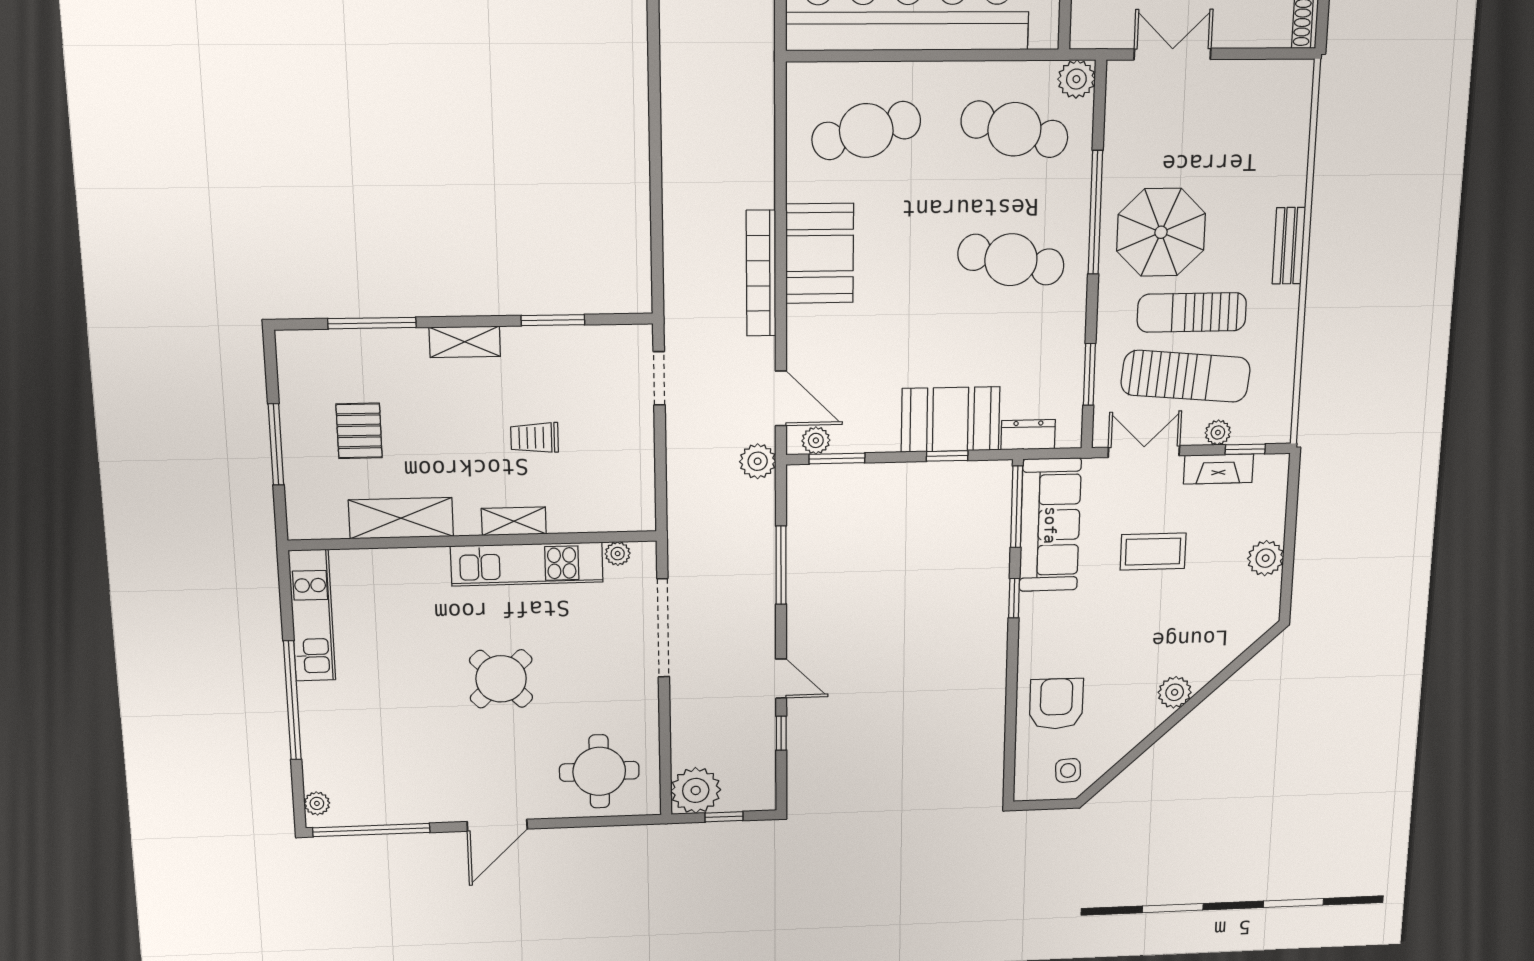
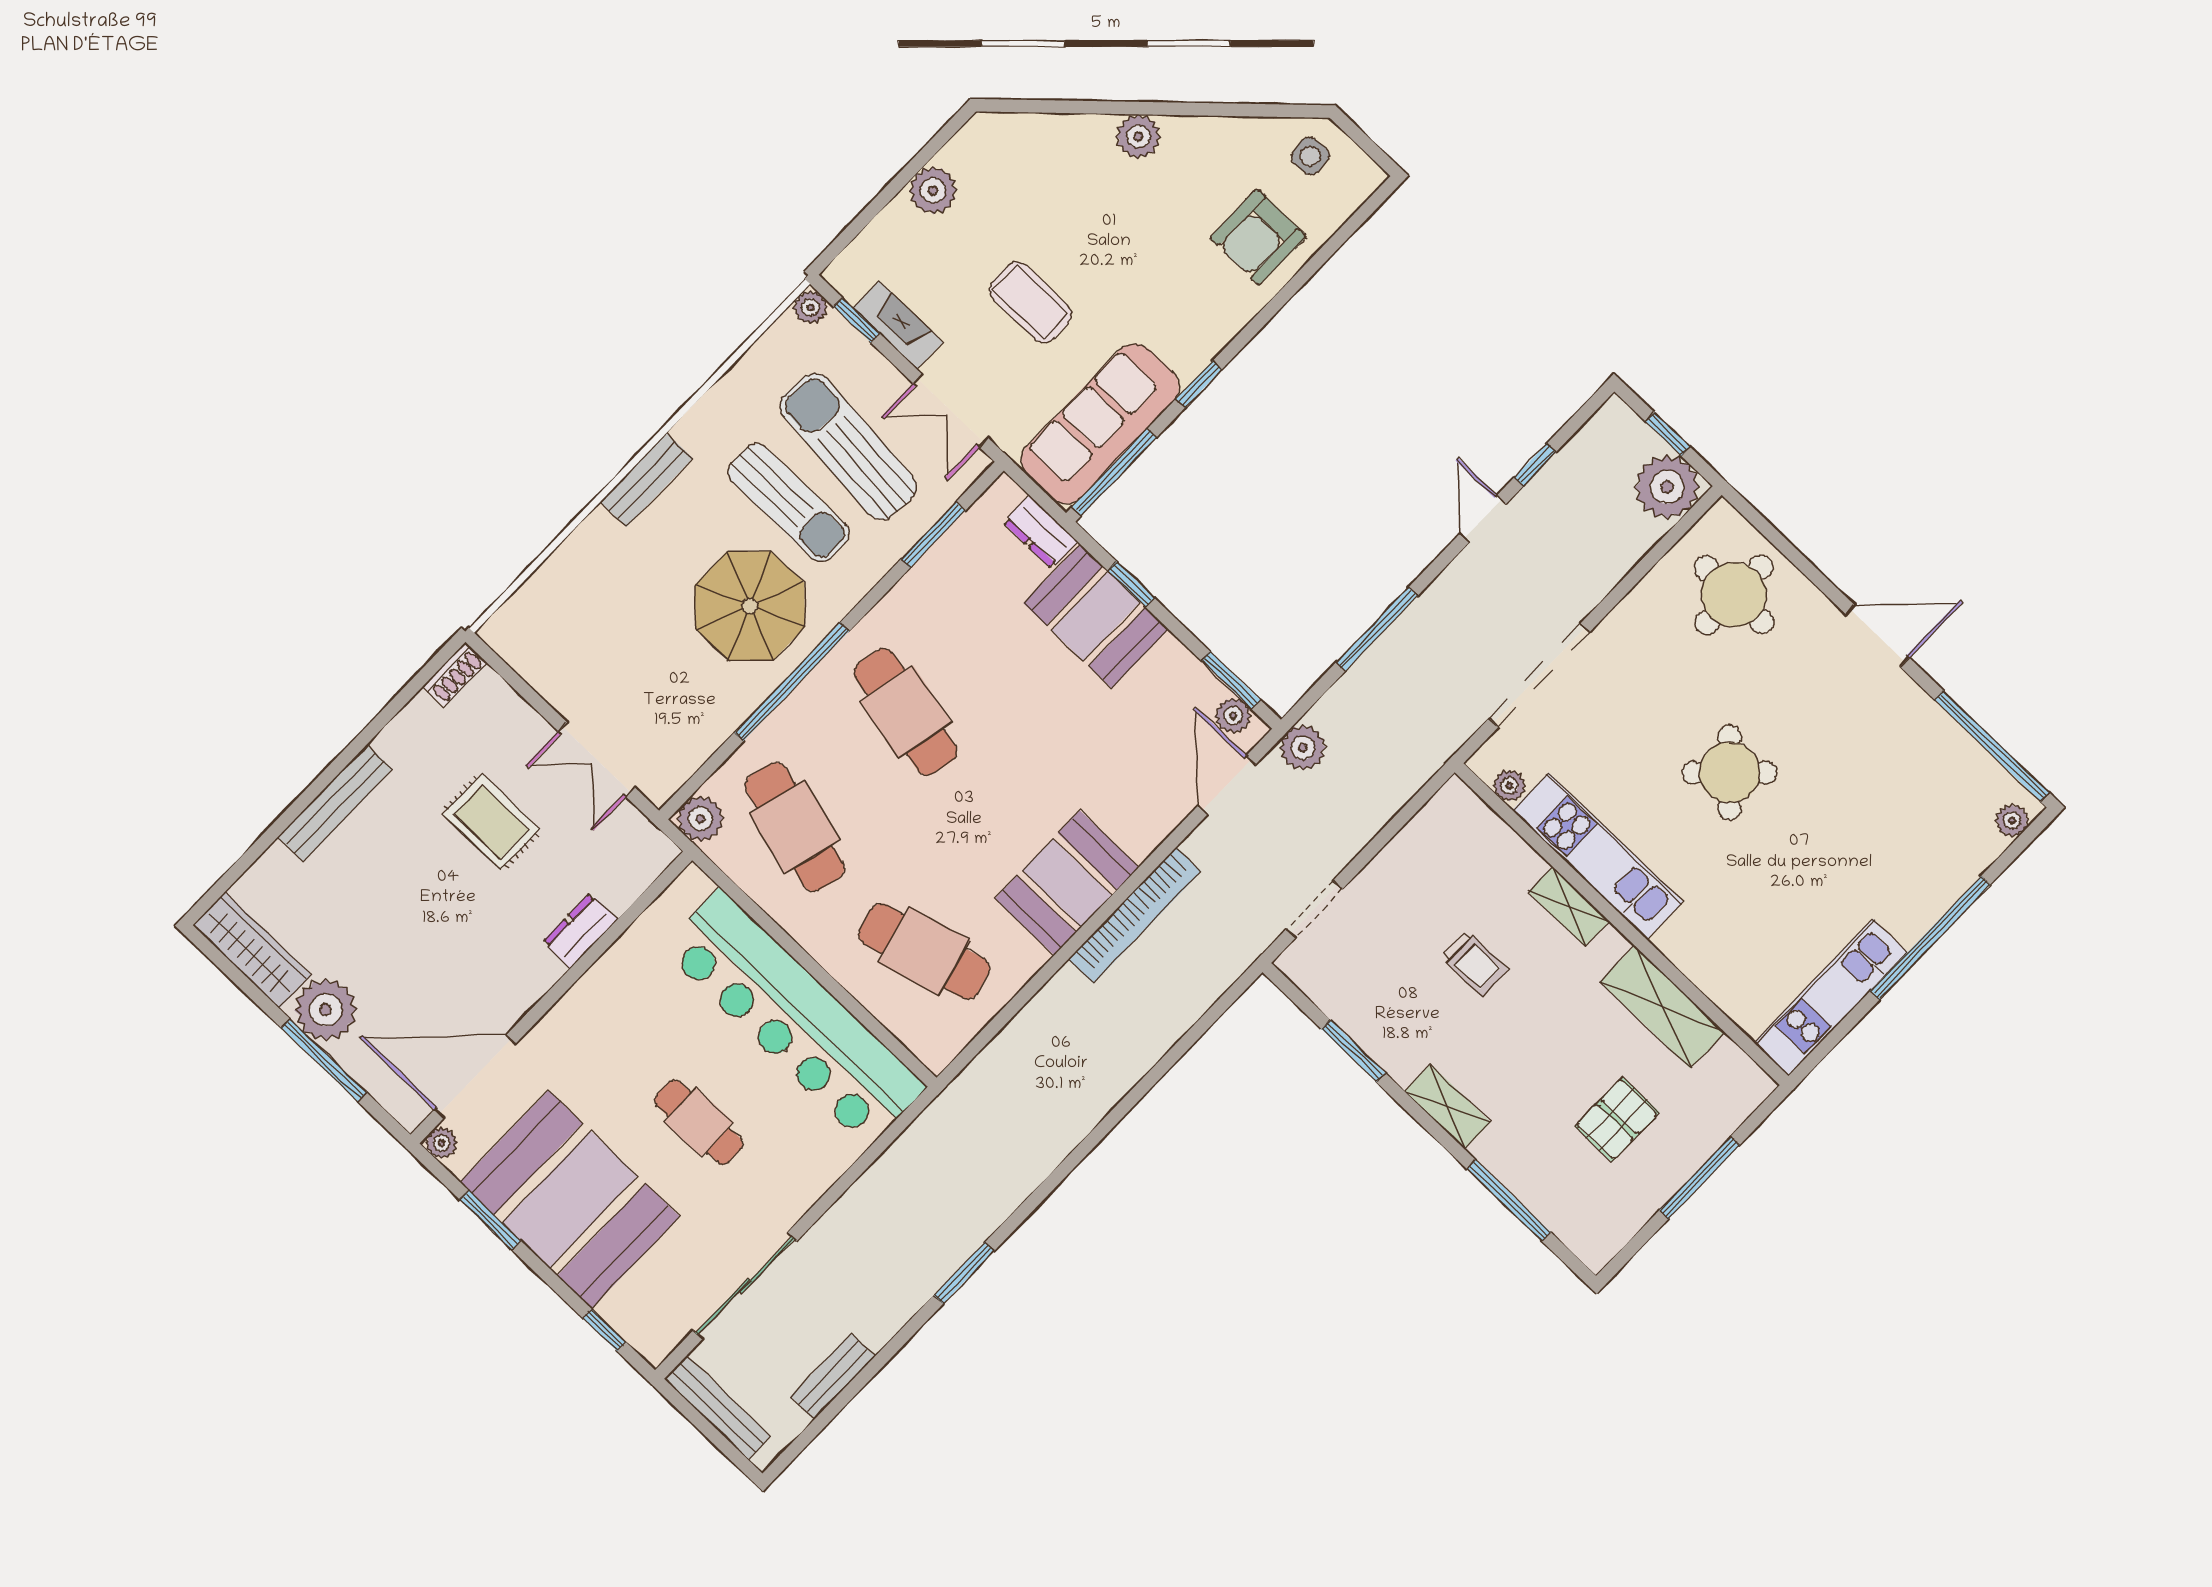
plant: (1218, 433) -> (810, 307), moved

